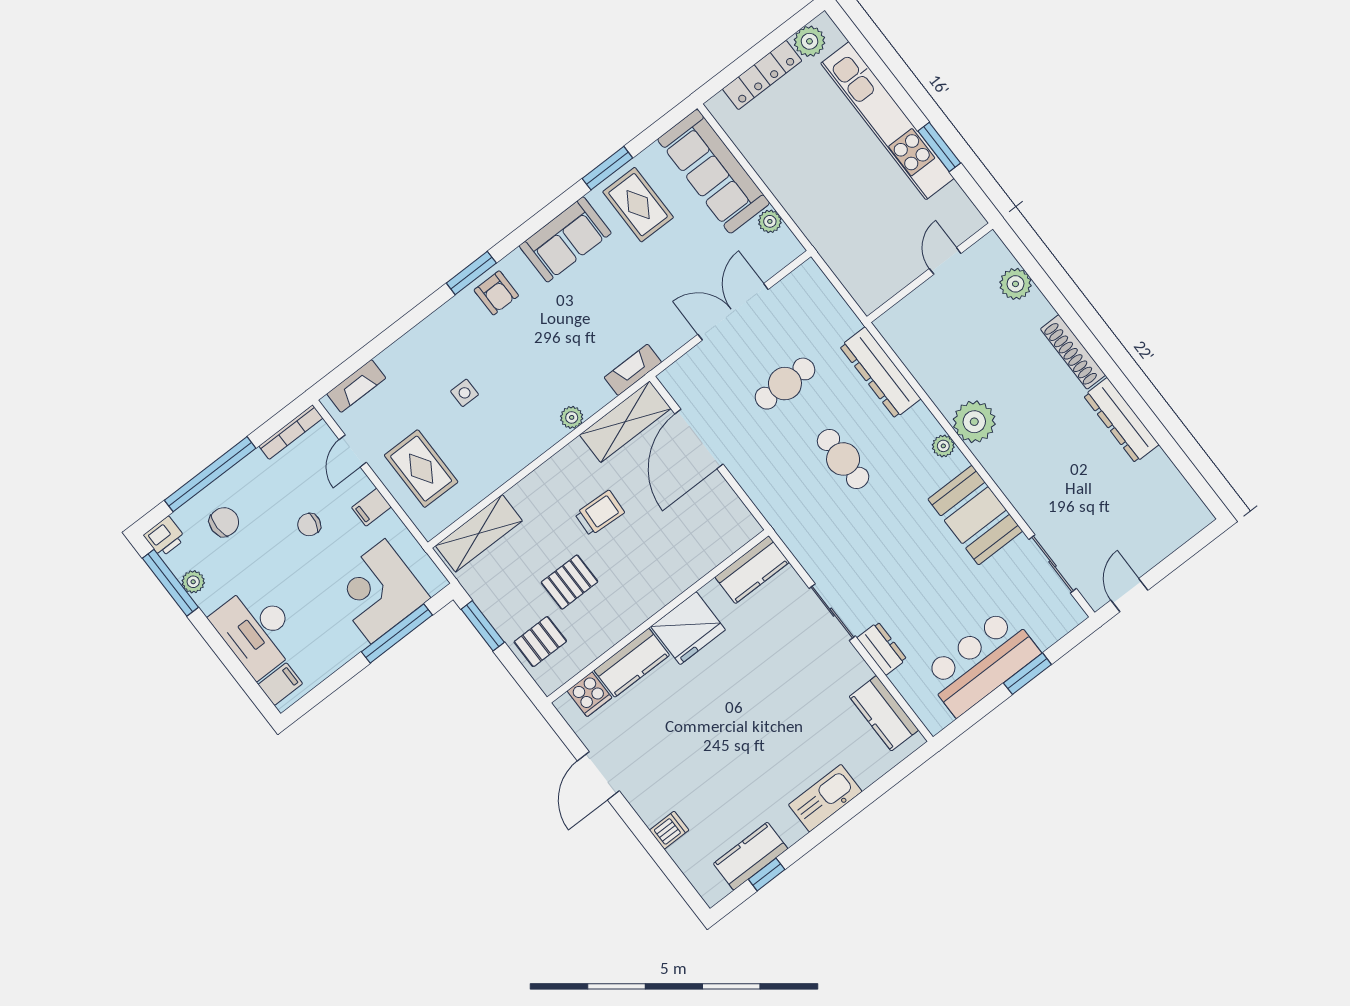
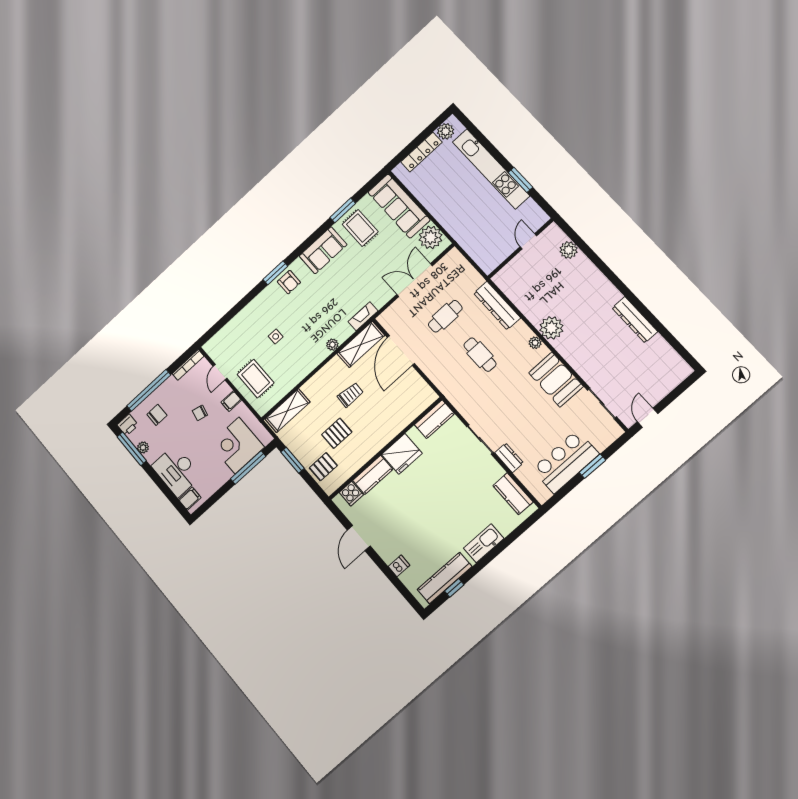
plant: (770, 221) -> (430, 237), width x1.87, depth x1.87
shoe rack: (1073, 352) -> (604, 284), removed
fireplace: (356, 386) -> (220, 338), removed
kitchen counter: (751, 856) -> (445, 578), width x1.50

